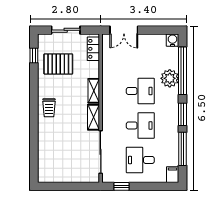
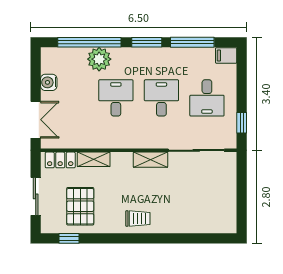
water cooler: (172, 40) -> (49, 82), moved
shelving: (94, 91) -> (94, 159), moved

